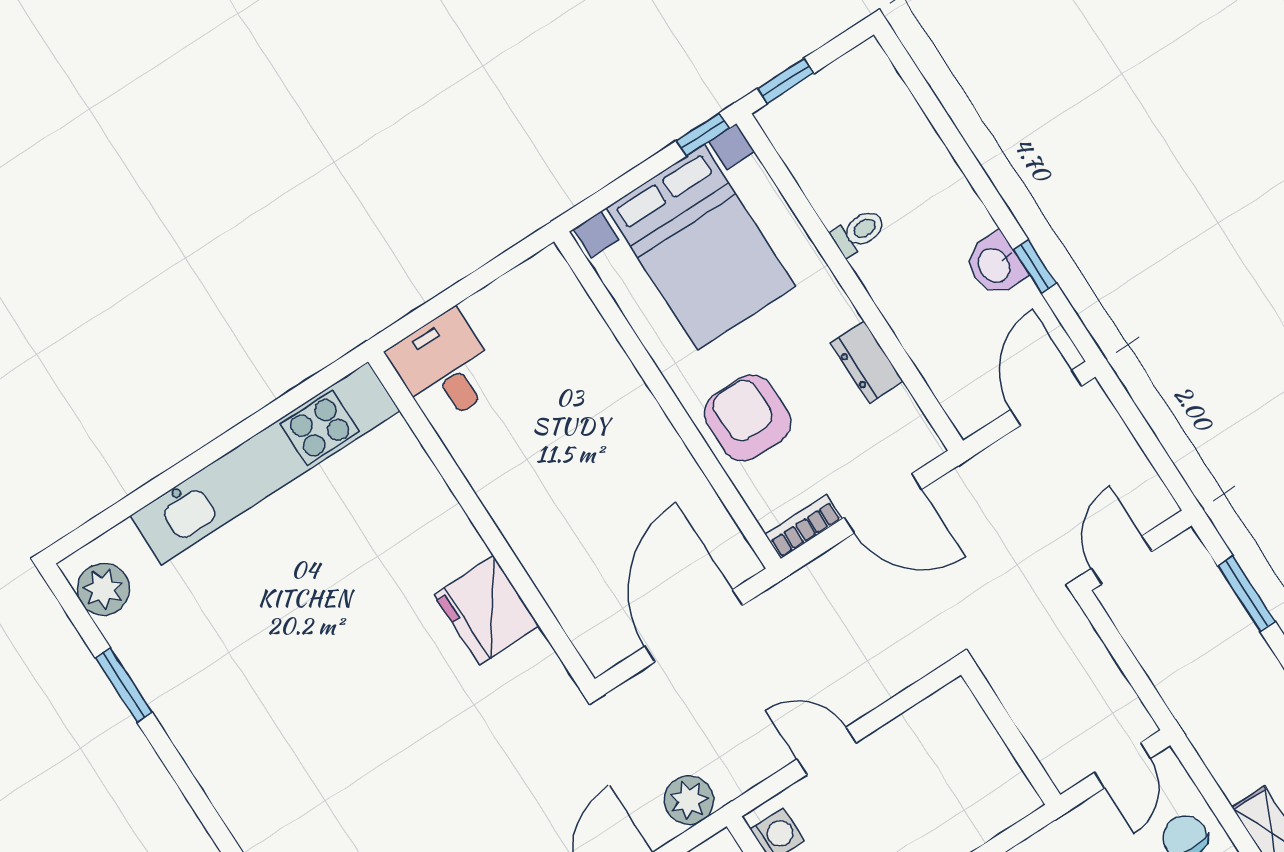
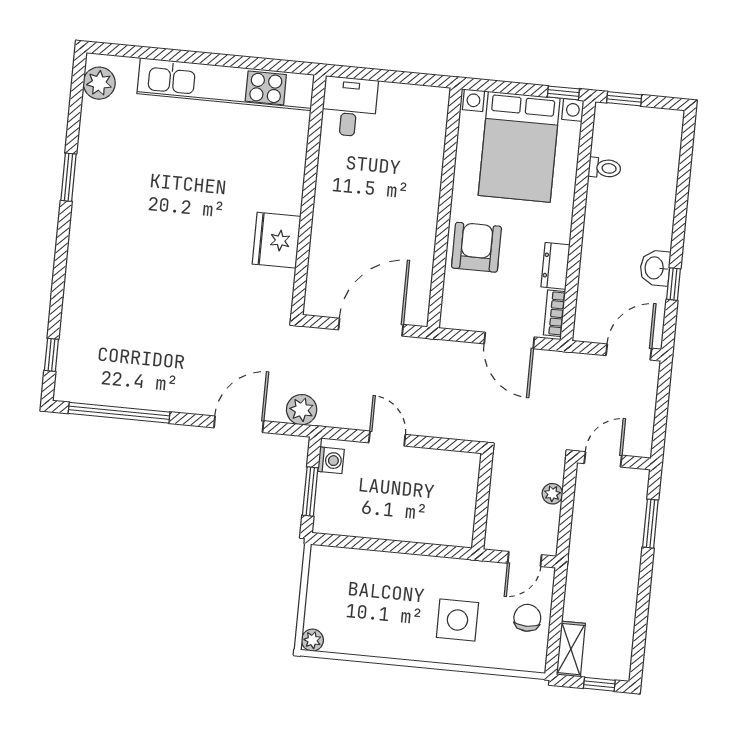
toilet: (859, 232) -> (605, 168), moved
bookcase: (804, 527) -> (554, 313), moved, turned -90
plant: (1092, 655) -> (552, 494), added
window: (124, 685) -> (69, 177), moved

